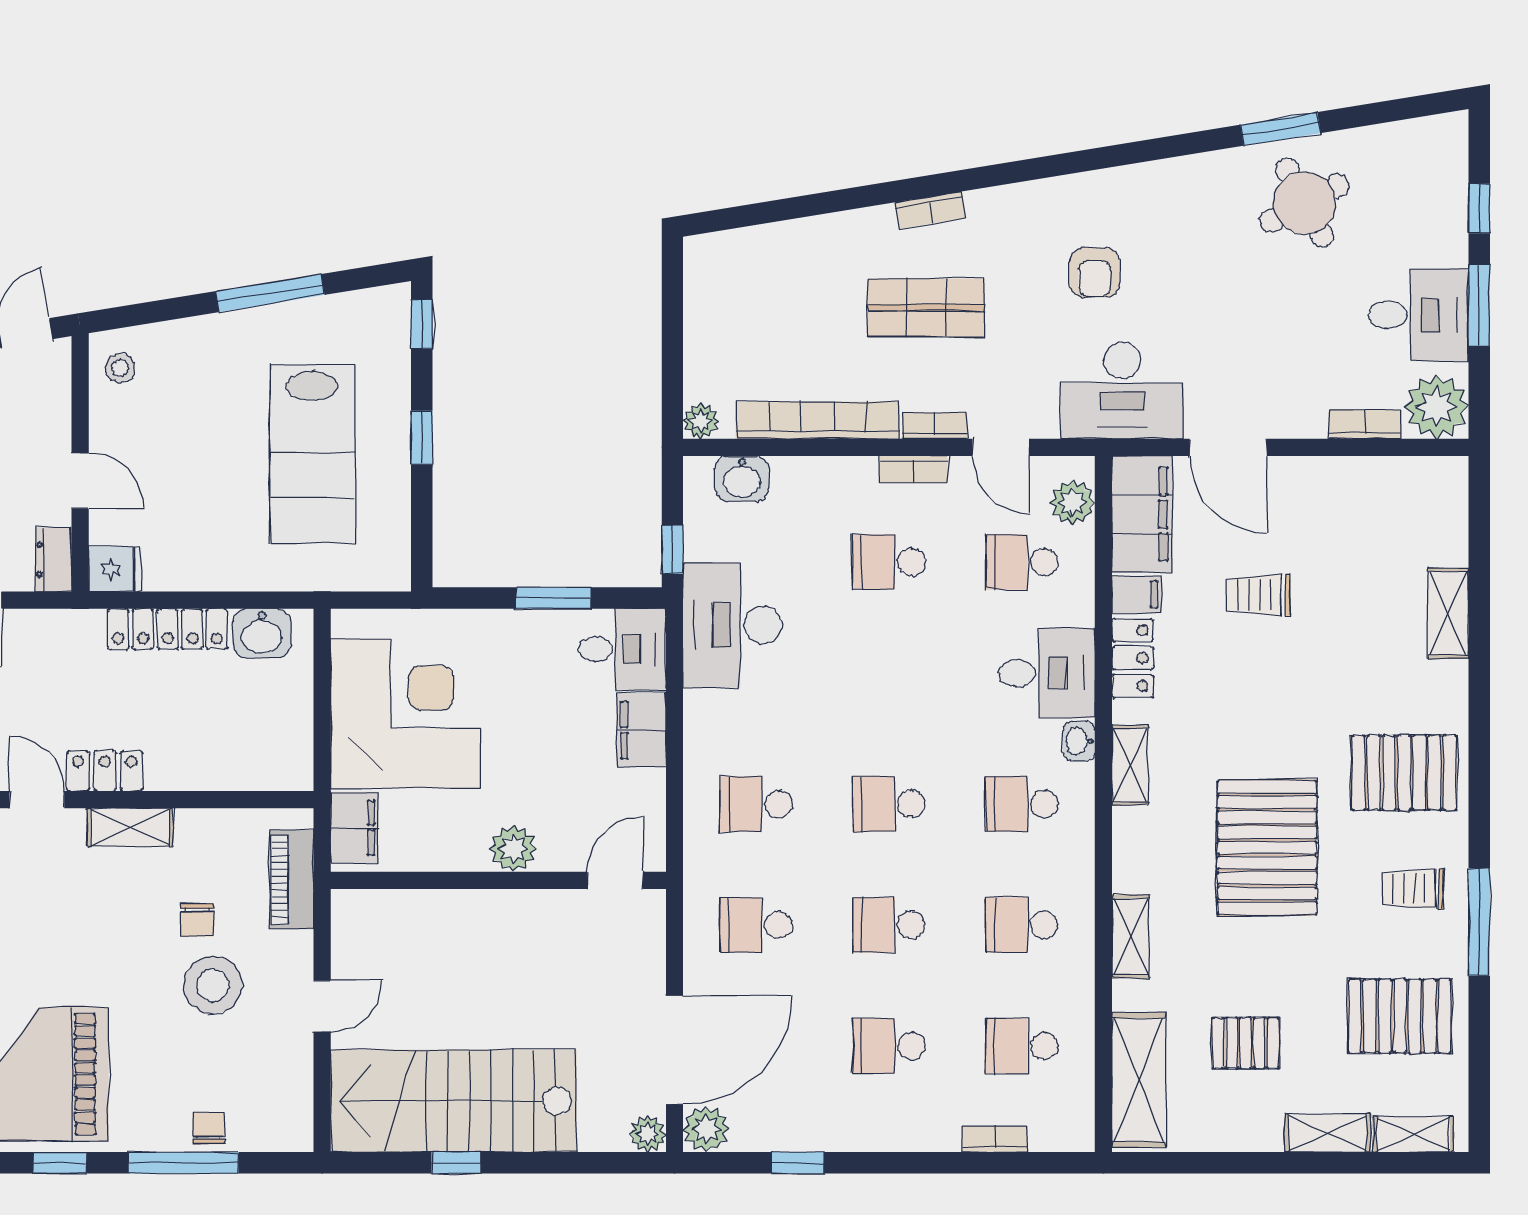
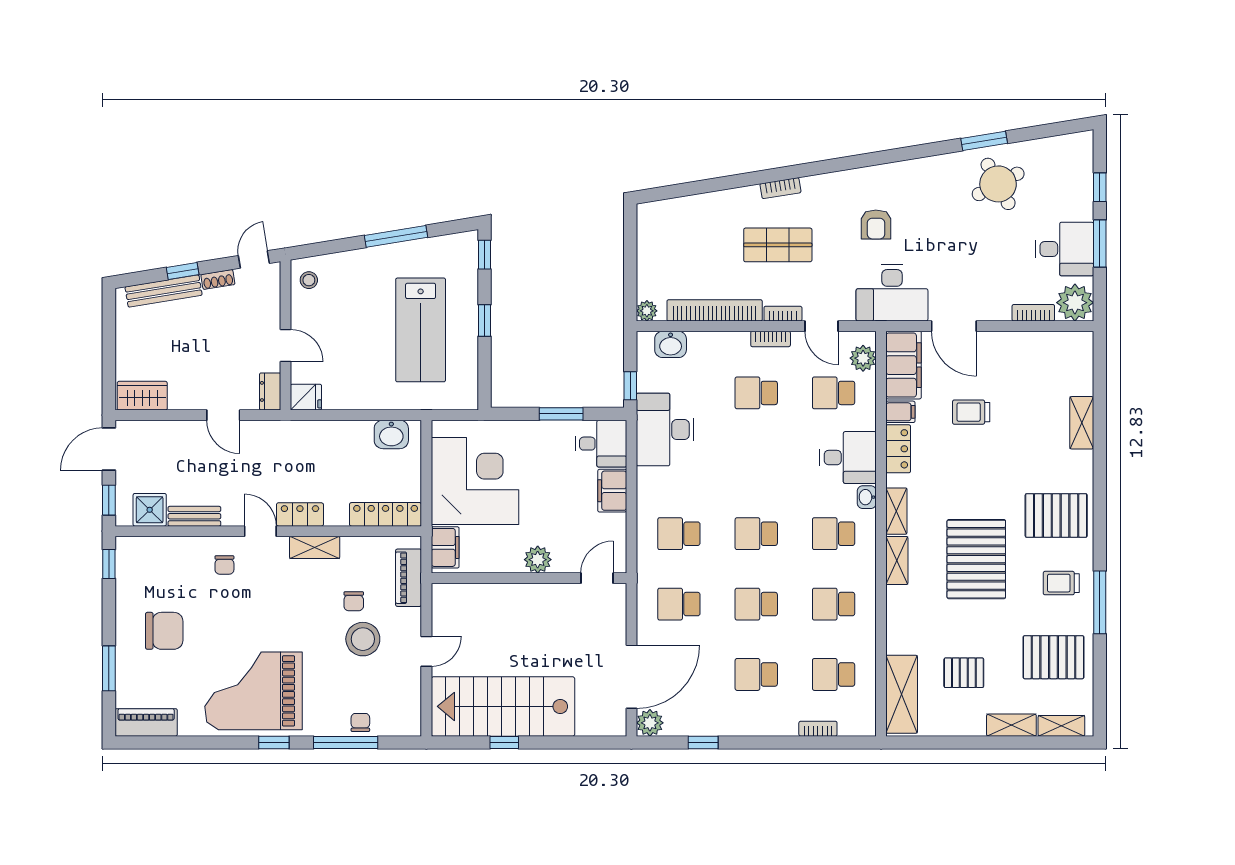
locker: (168, 629) -> (386, 514), moved, turned 180
shelving: (1131, 936) -> (897, 561), moved
plant: (648, 1134) -> (616, 726), removed

